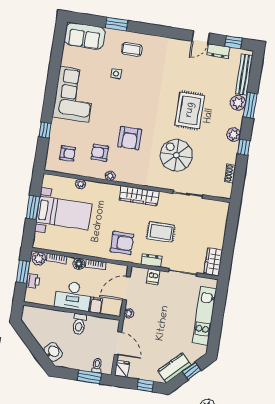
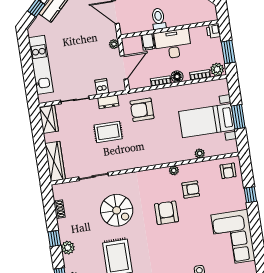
armchair: (68, 154) -> (228, 171), moved, turned -90
wardrobe: (139, 196) -> (55, 161), moved, turned 90
printer: (33, 281) -> (213, 31), moved

